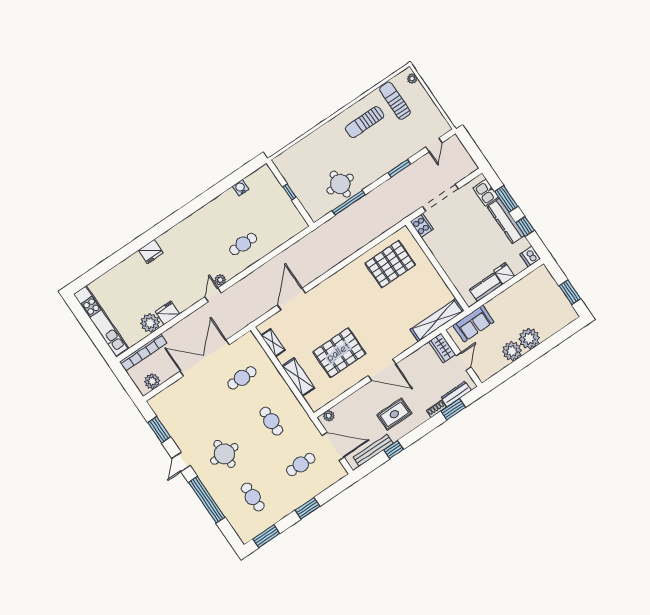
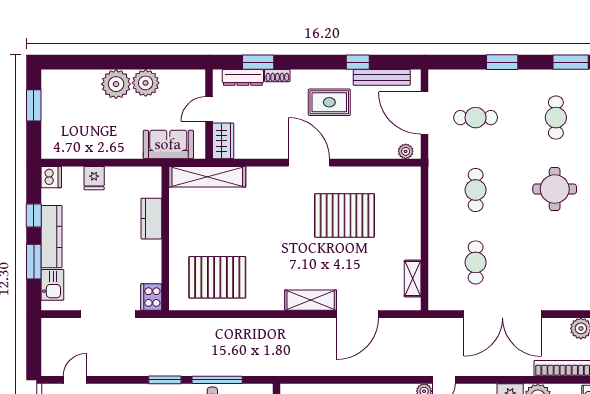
window: (399, 168) -> (165, 380), moved
kitchen counter: (486, 287) -> (151, 219), moved, turned 90
shelving: (298, 377) -> (311, 300), moved, turned 90
cafe table: (242, 378) -> (476, 262), turned 90

